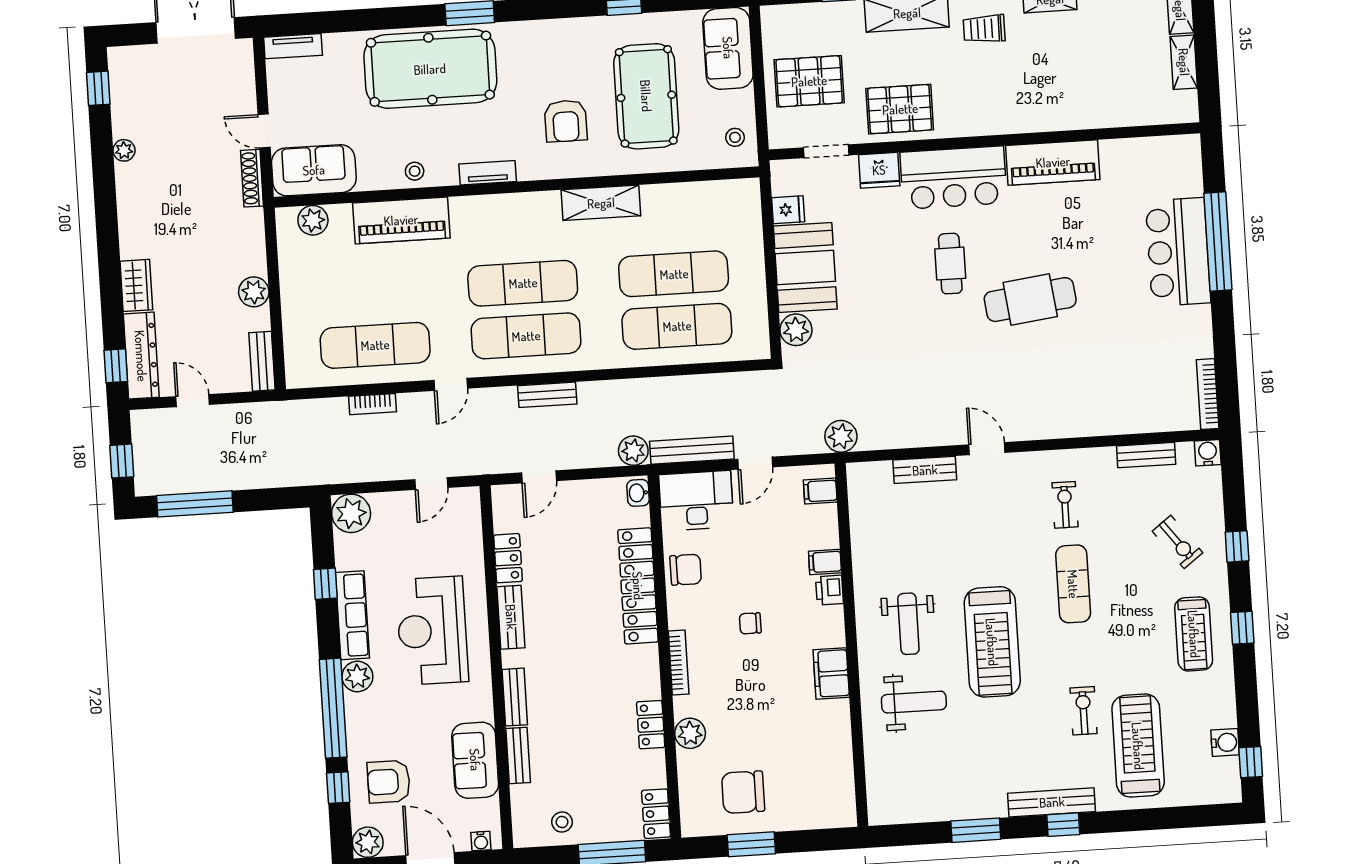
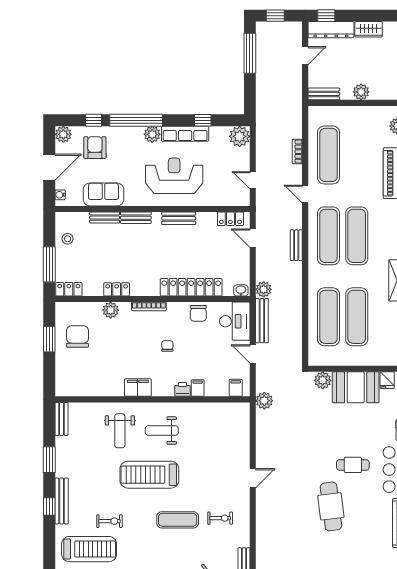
bench: (925, 470) -> (61, 419), moved
locker: (508, 558) -> (230, 219), moved

